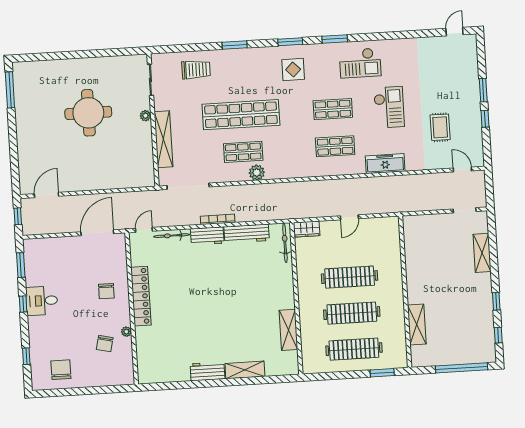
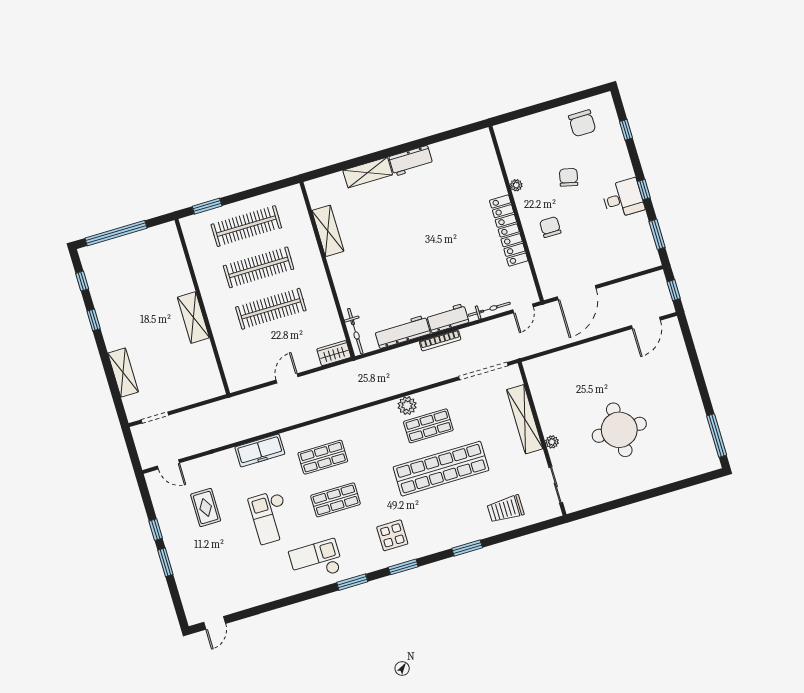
shelving: (417, 324) -> (193, 318), moved
chair: (105, 344) -> (569, 177), moved

